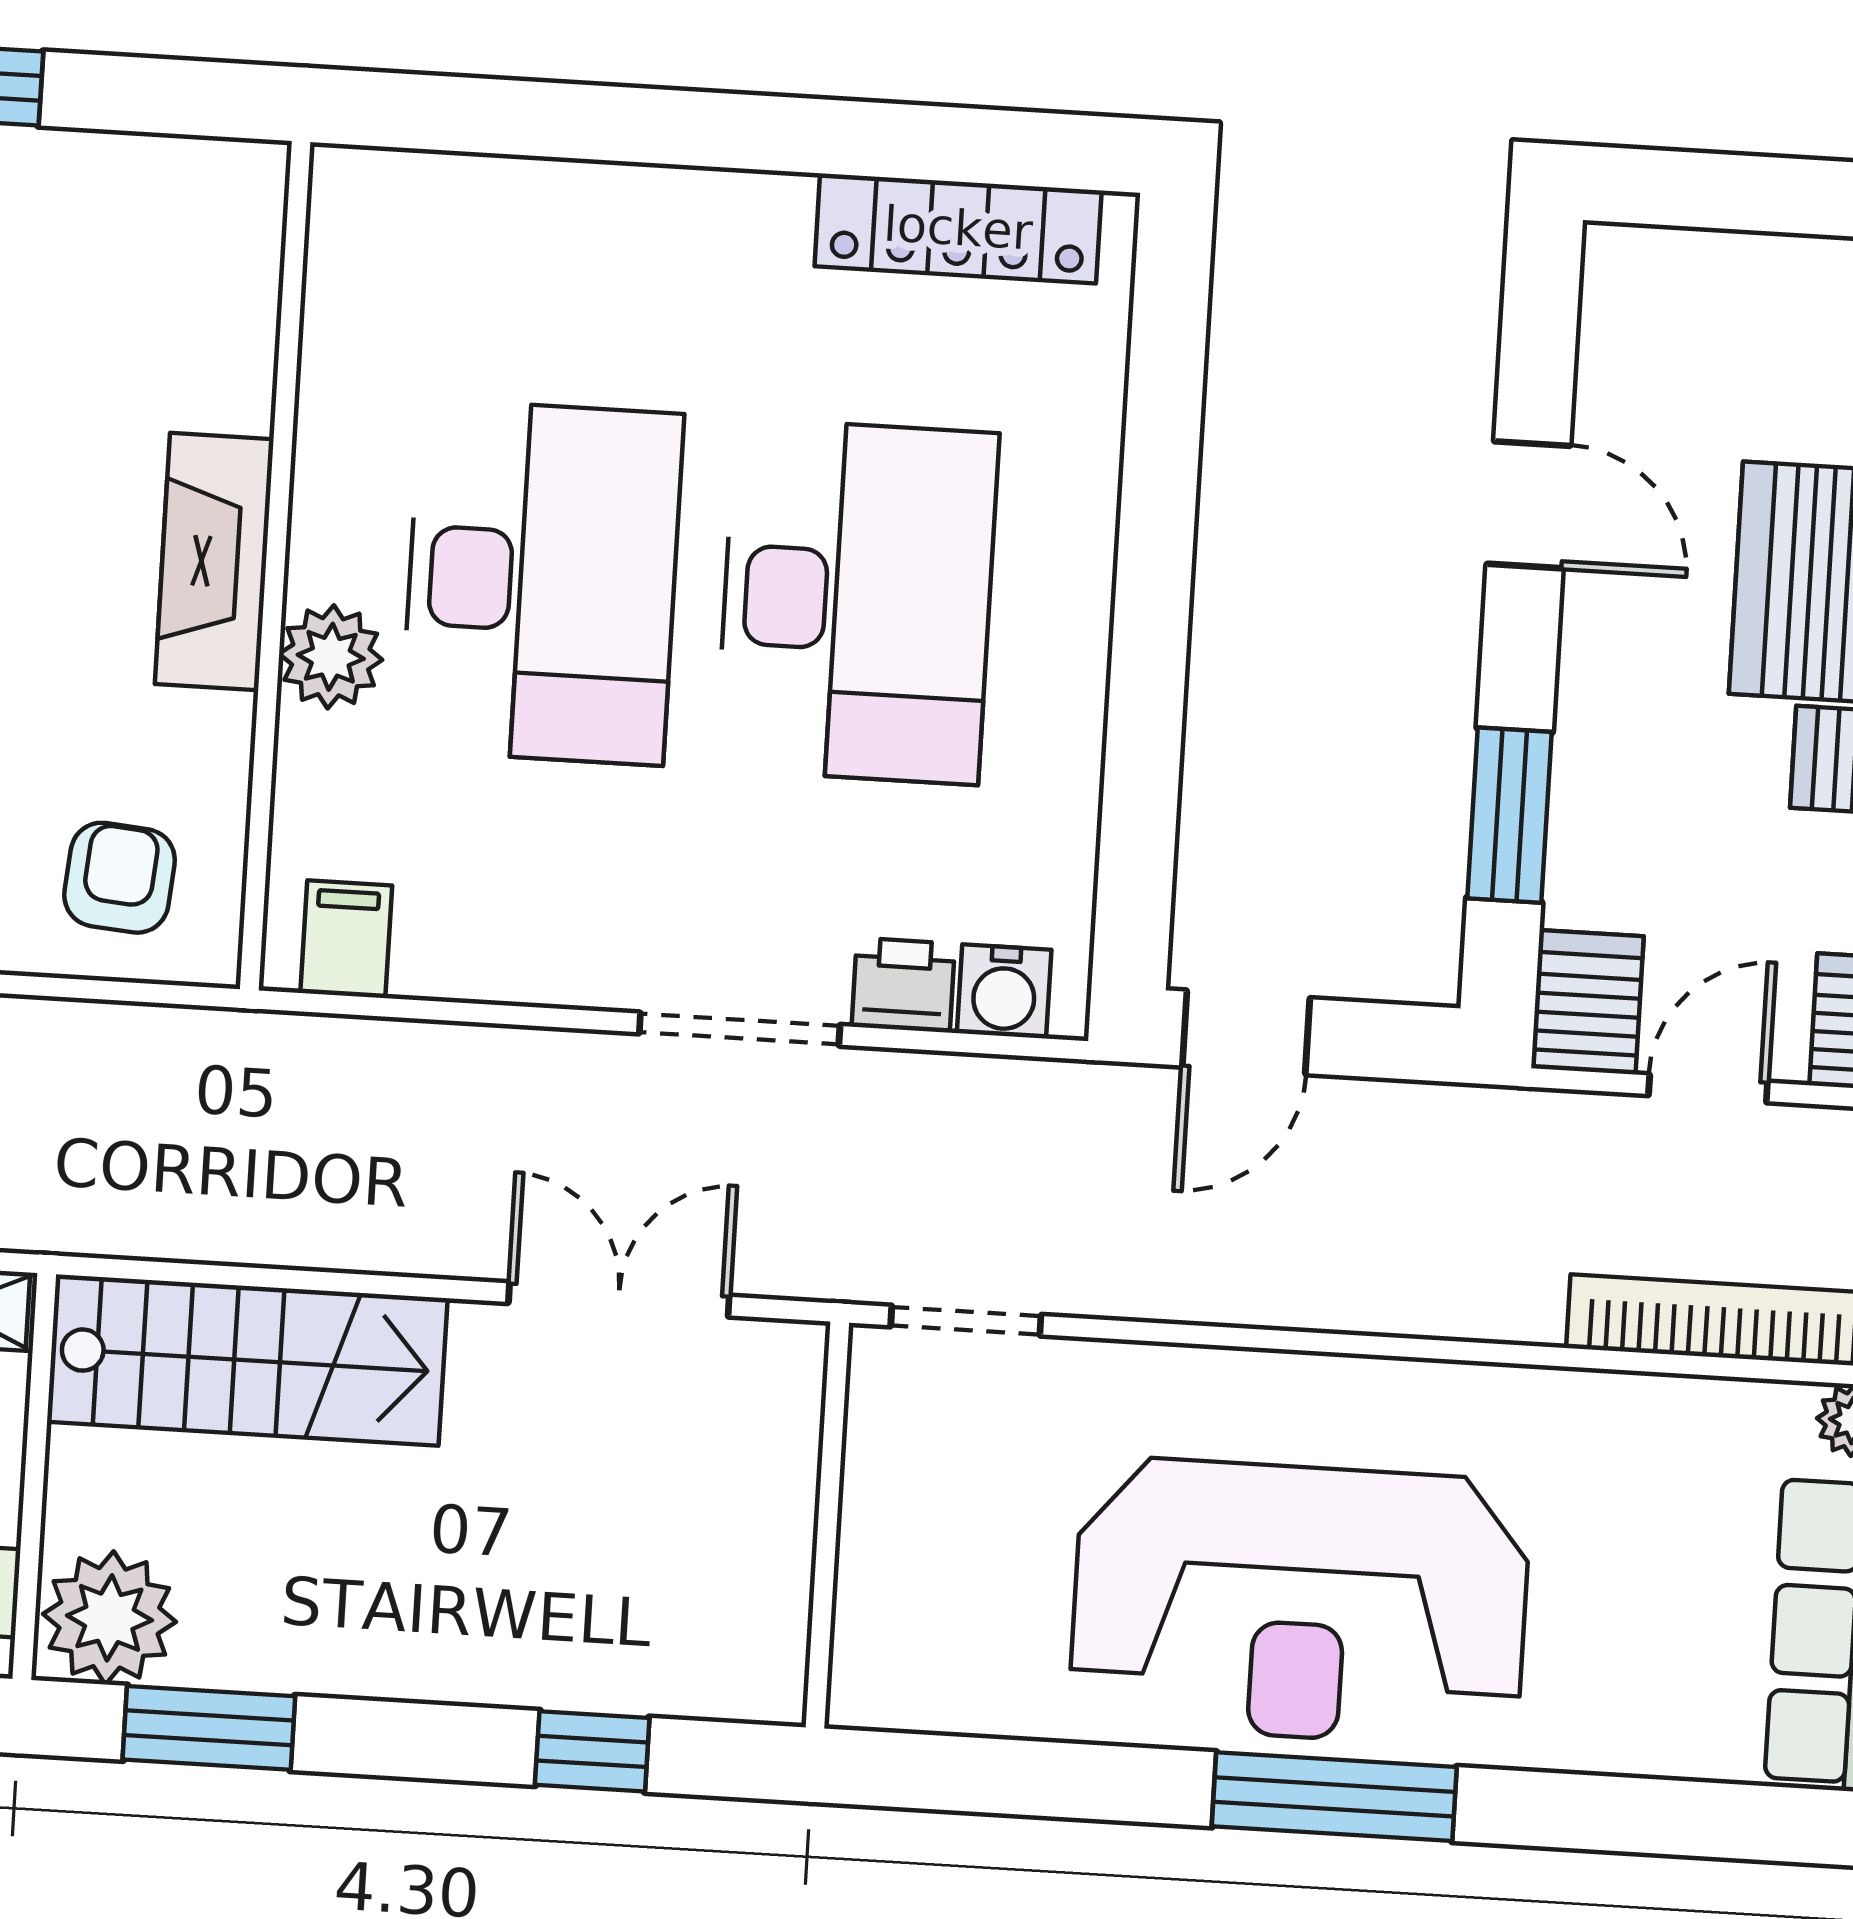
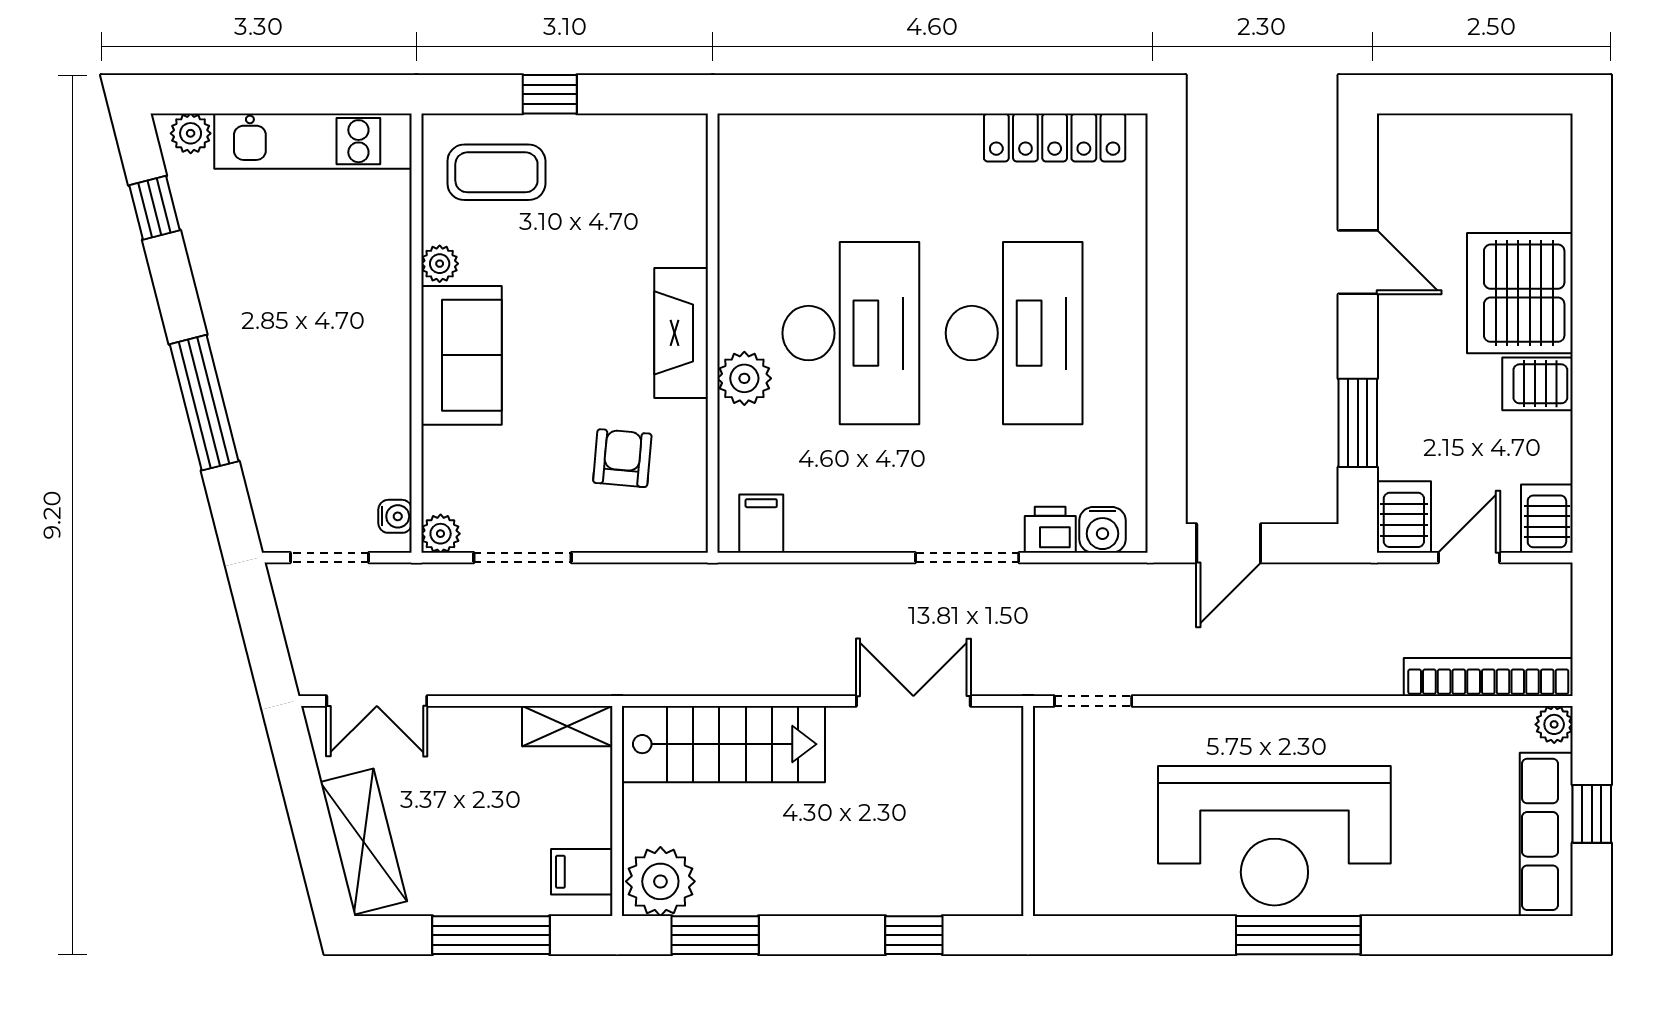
armchair: (120, 878) -> (622, 458), moved

